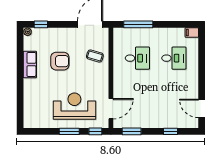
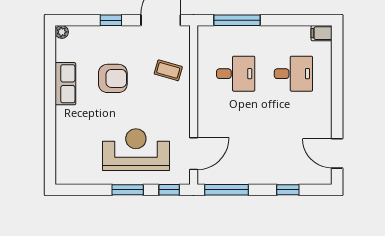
window: (41, 24) -> (111, 20), moved
window: (132, 131) -> (226, 190), width x1.44

